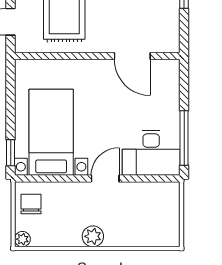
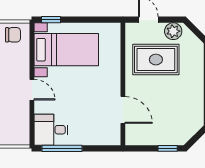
door: (132, 56) -> (123, 110), swing flipped
desk: (151, 153) -> (51, 130), width x0.73

